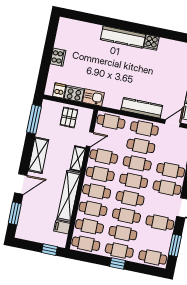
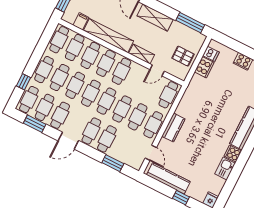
kitchen sink: (93, 97) -> (225, 168), moved, turned 180
kitchen counter: (142, 108) -> (173, 128), width x0.67
door: (90, 139) -> (157, 70), hinge flipped
cafe table: (104, 156) -> (45, 107), moved
window: (117, 264) -> (24, 82), moved

